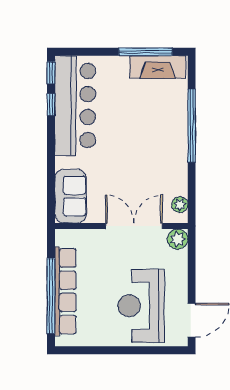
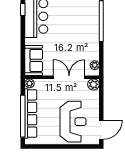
plant: (63, 237) -> (29, 83), added
reception desk: (141, 306) -> (73, 122), turned 180

